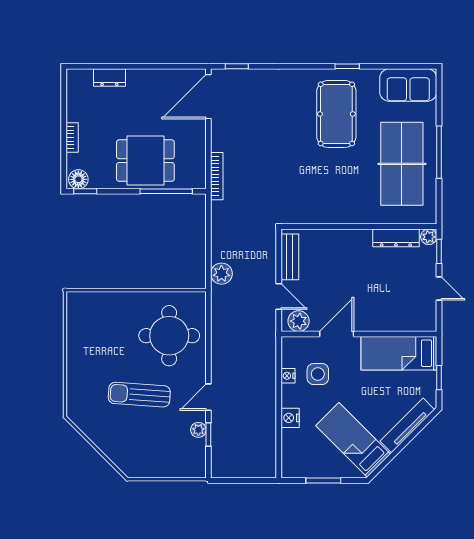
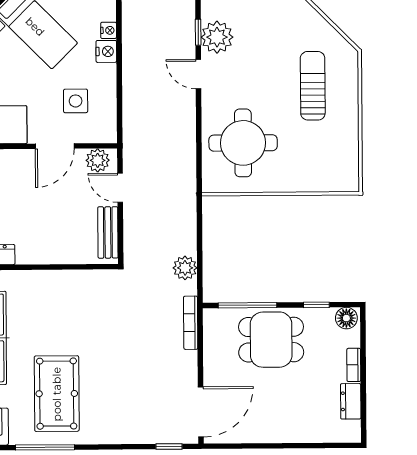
window: (347, 66) -> (45, 447), width x2.17
dresser: (109, 77) -> (351, 401), moved, turned -90
window: (85, 191) -> (316, 305), moved
plant: (221, 274) -> (185, 268), moved
nightstand: (288, 376) -> (109, 30), moved
sun lounger: (139, 395) -> (313, 86), moved, turned -94
door: (208, 397) -> (198, 74), swing flipped
plant: (198, 430) -> (217, 37), width x1.88, depth x1.88

